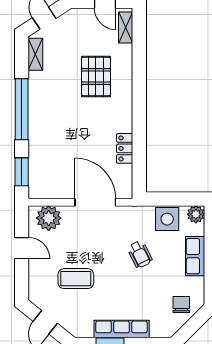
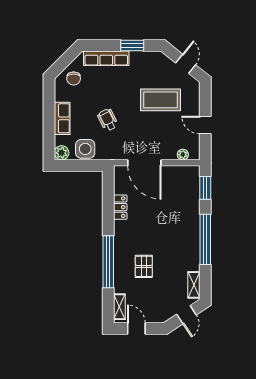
pallet: (96, 76) -> (144, 266), width x0.67, depth x0.71
window: (139, 82) -> (108, 262), added
plant: (49, 218) -> (183, 155), width x0.53, depth x0.53
coffee table: (76, 279) -> (160, 100), width x1.36, depth x1.32
row of seats: (122, 329) -> (106, 58), moved

